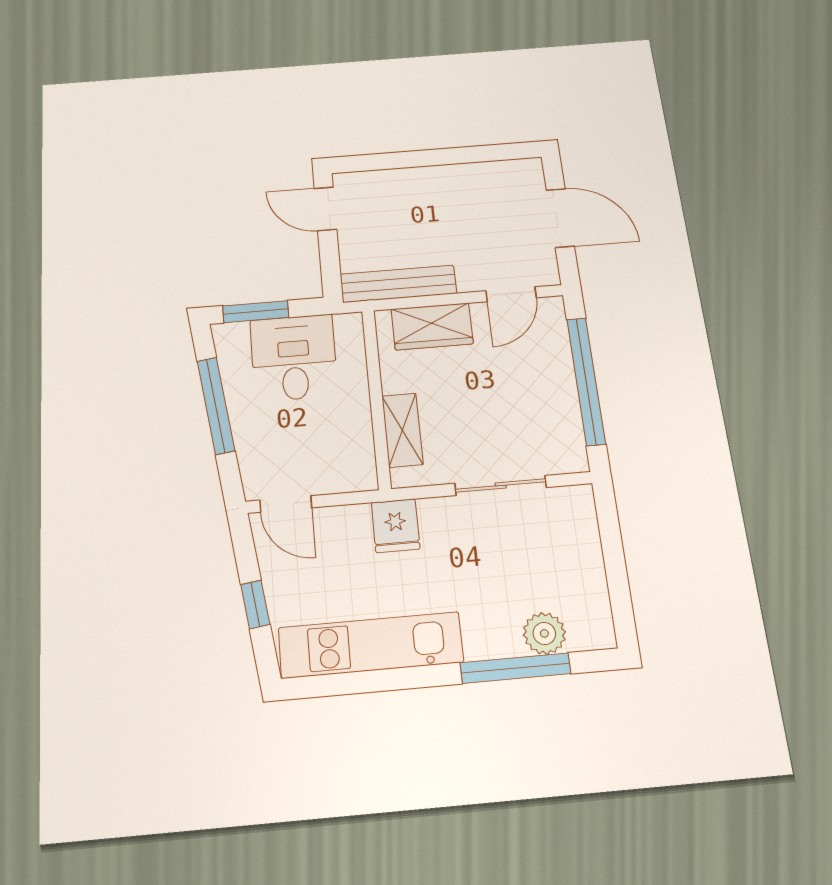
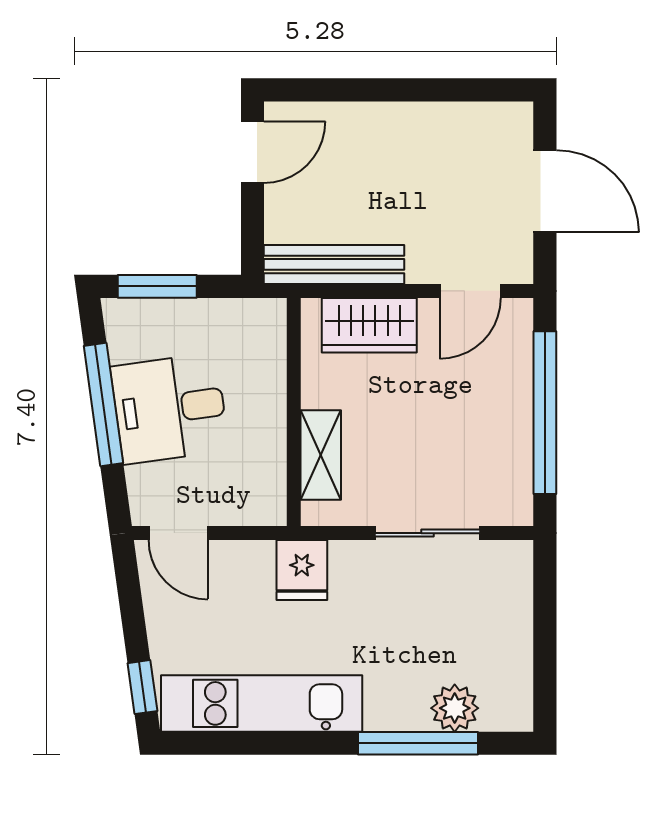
door: (325, 209) -> (253, 152), swing flipped
desk: (294, 358) -> (170, 408), moved, turned -98
window: (255, 604) -> (142, 687), moved

